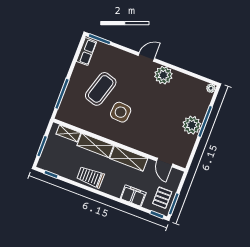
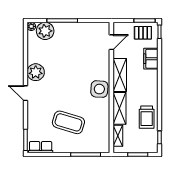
side table: (121, 112) -> (99, 89), moved
plant: (192, 125) -> (45, 31), moved
trolley: (90, 177) -> (147, 117), moved

